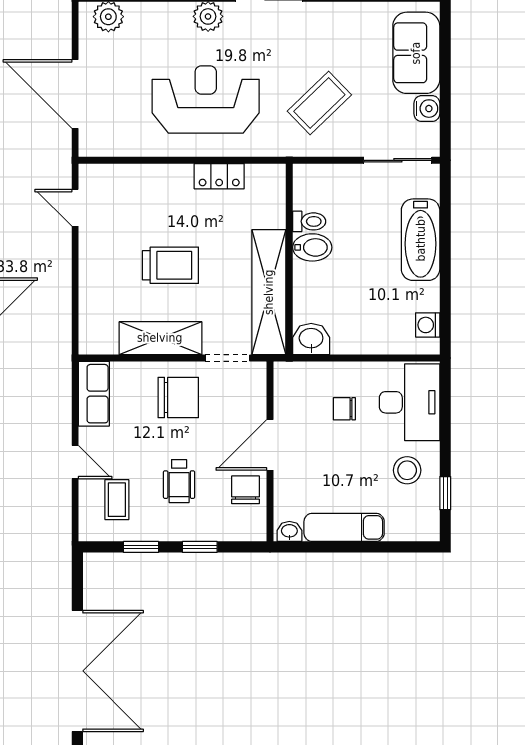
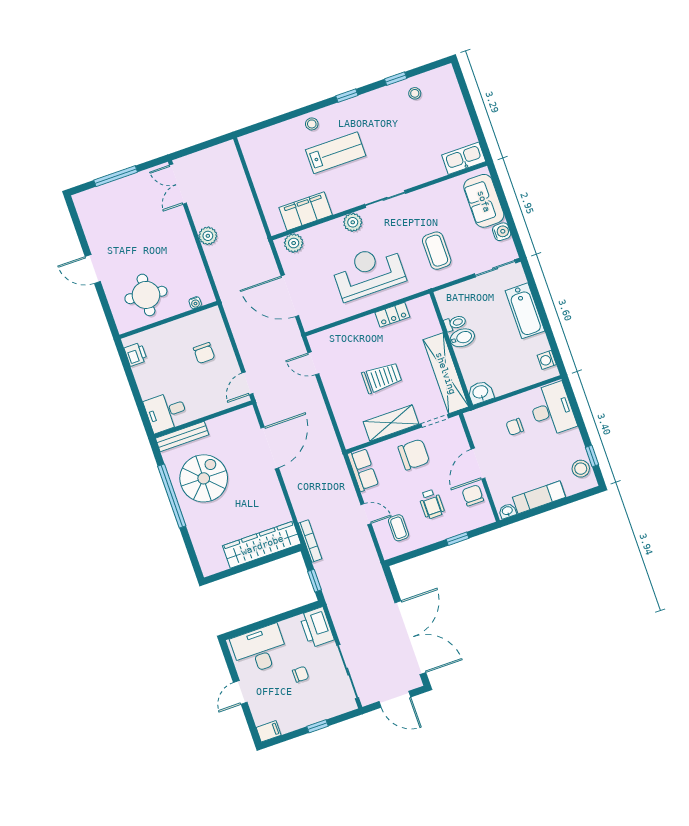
coffee table: (319, 103) -> (437, 251), turned -46
stool: (407, 470) -> (581, 469), moved
window: (141, 547) -> (423, 551), removed

